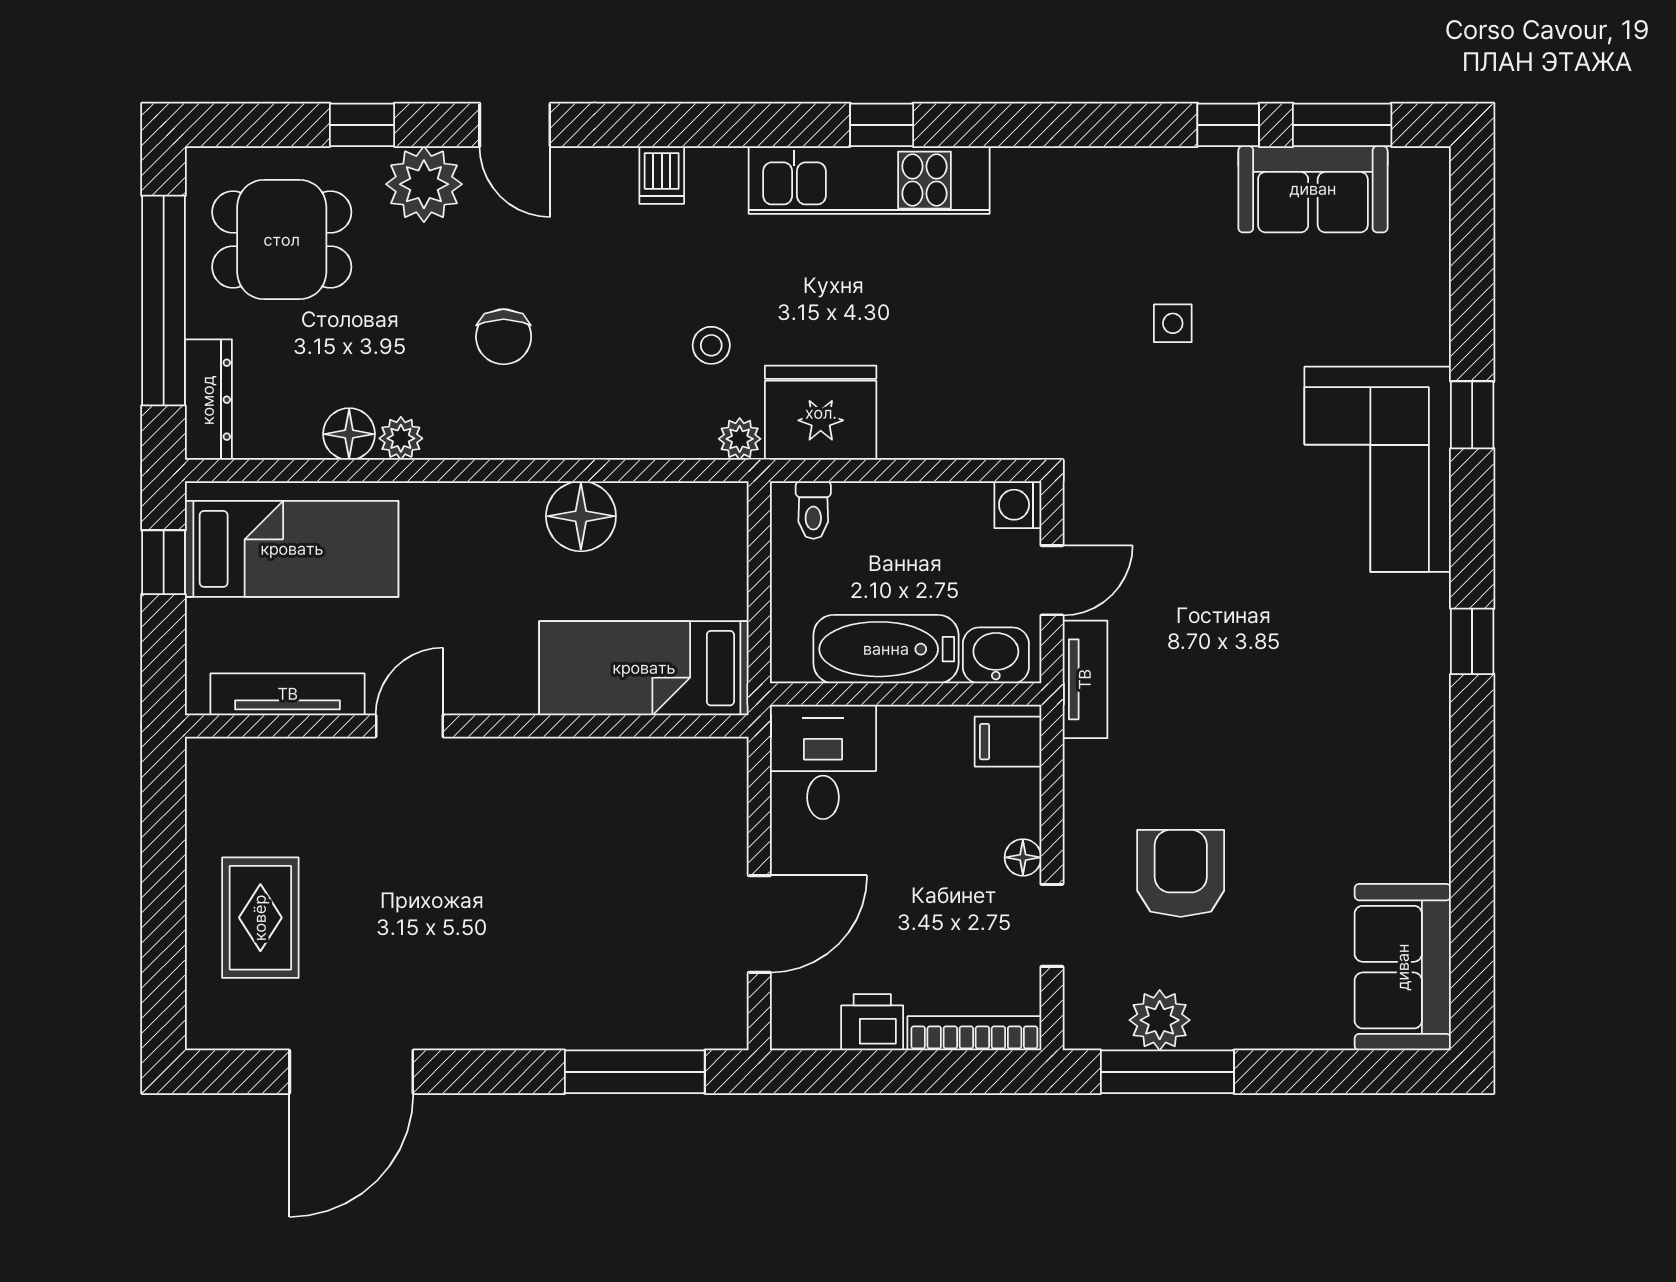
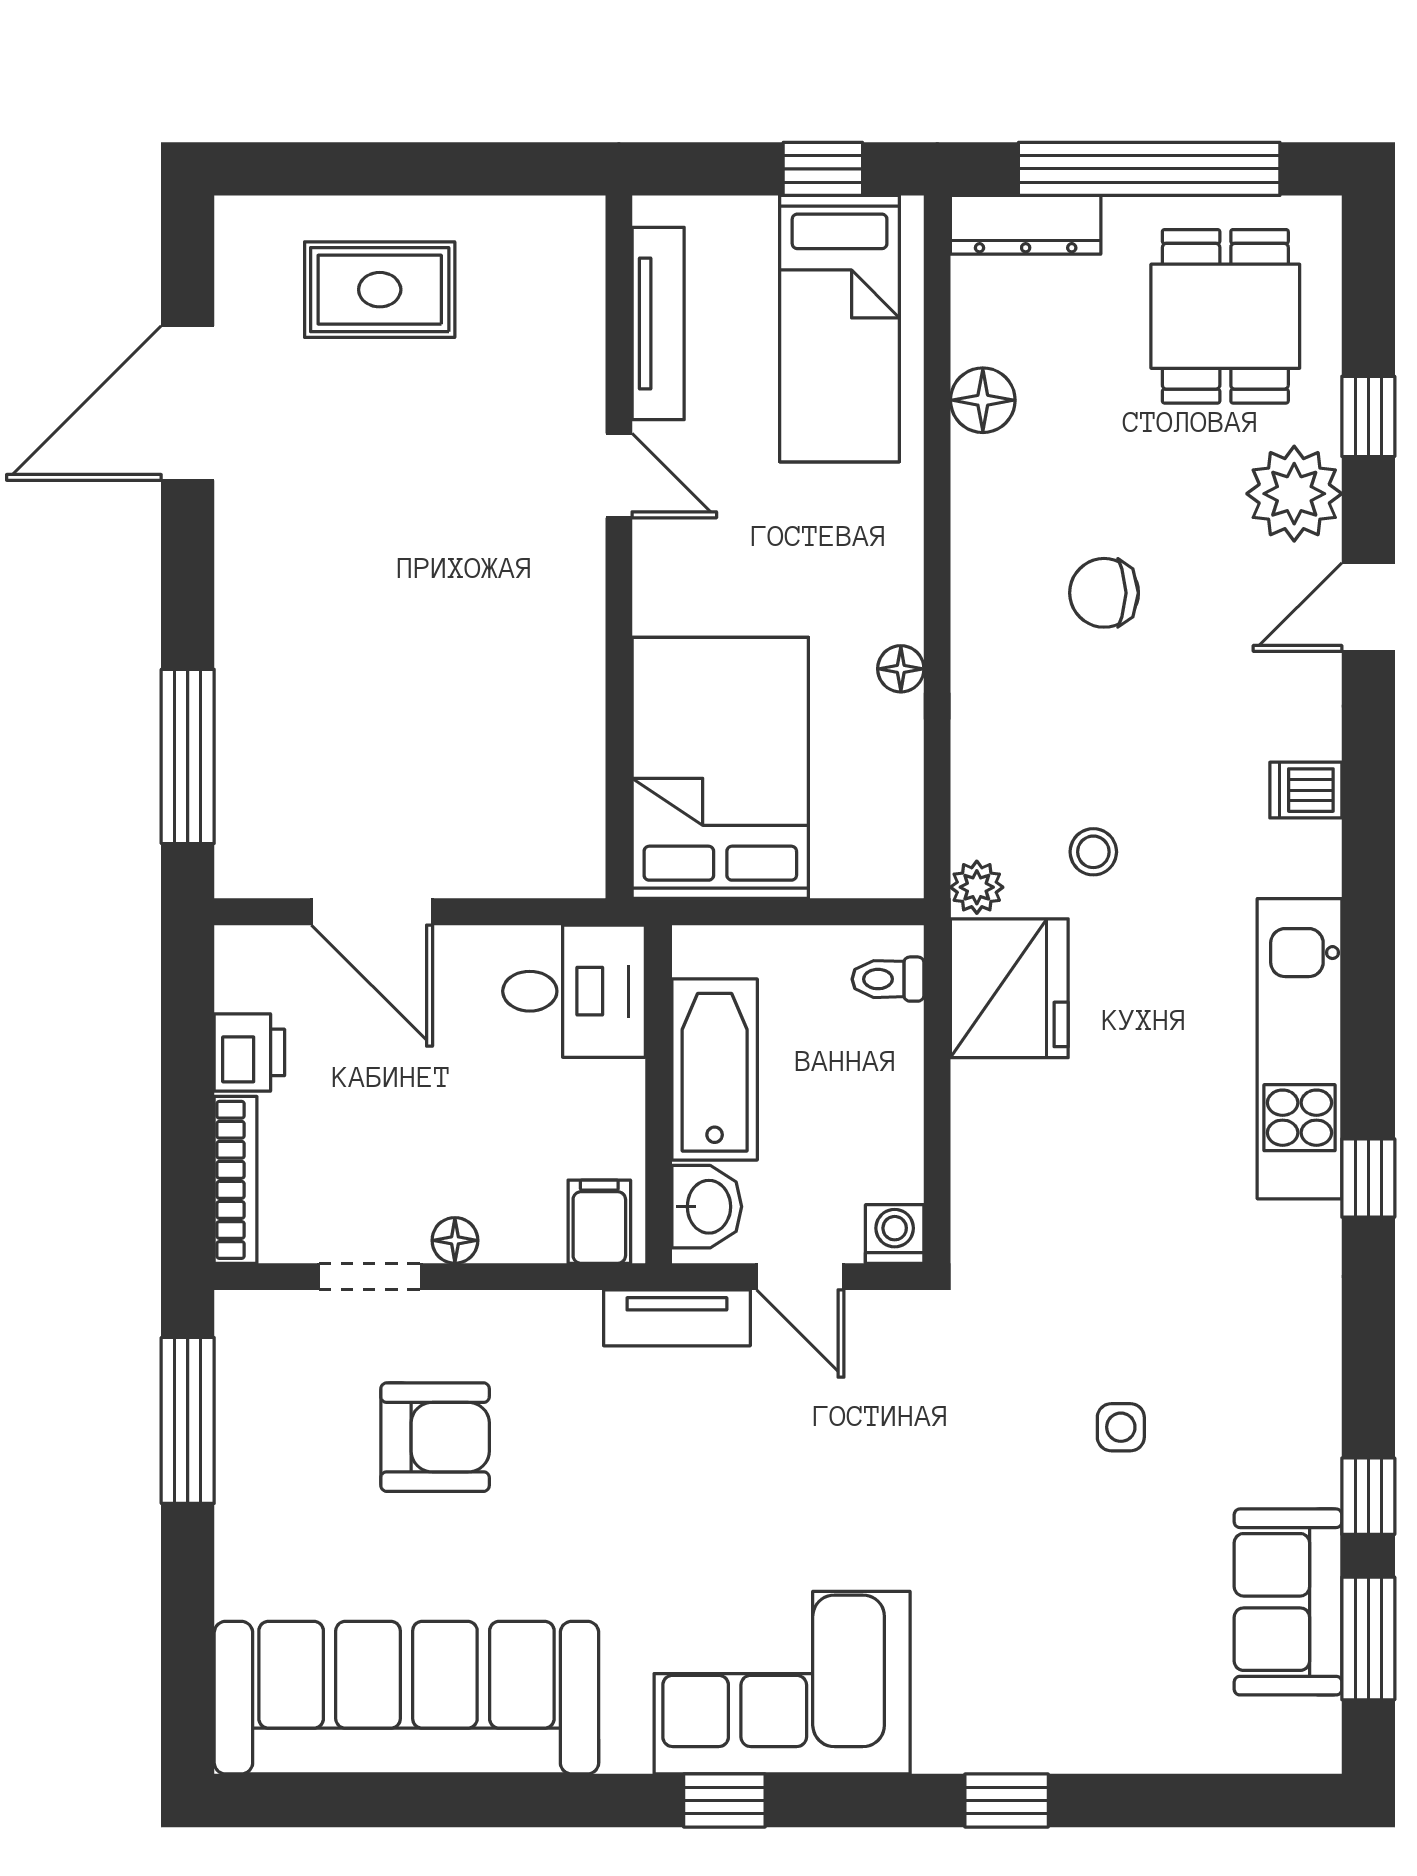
window: (882, 125) -> (1368, 1178), moved
plant: (401, 438) -> (977, 465), removed
corner sofa: (1378, 469) -> (782, 1683), moved
floor lamp: (581, 516) -> (901, 669), width x0.53, depth x0.53
bed: (644, 668) -> (720, 768), width x1.50
sofa: (1403, 967) -> (406, 1698), width x1.85, depth x1.27
plant: (1160, 1020) -> (252, 1411), removed
door: (351, 1072) -> (188, 403), hinge flipped

